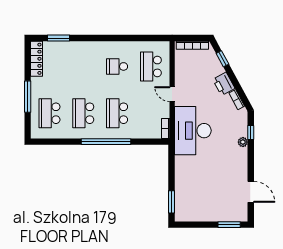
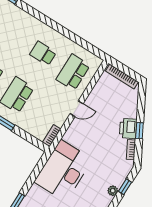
window: (222, 59) -> (139, 131), moved
door: (172, 94) -> (77, 109), swing flipped
desk: (193, 131) -> (63, 171), moved

